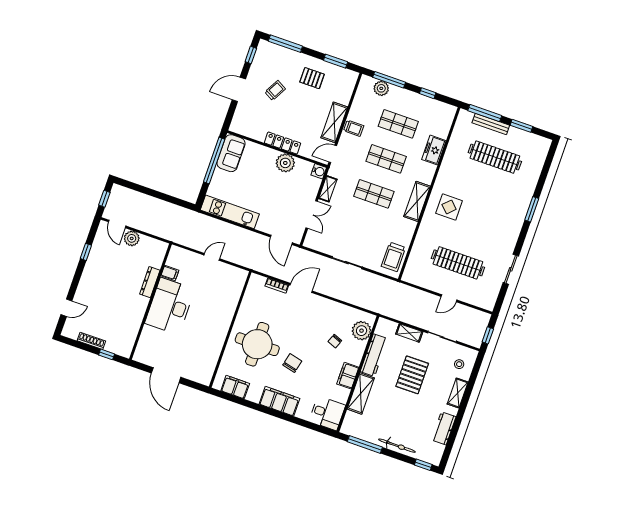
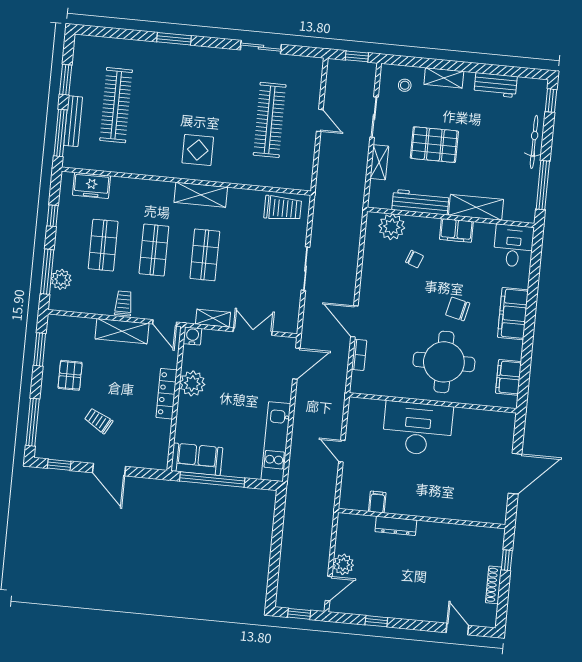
freezer: (434, 150) -> (92, 185), moved
desk: (170, 306) -> (418, 429), moved, turned 180

